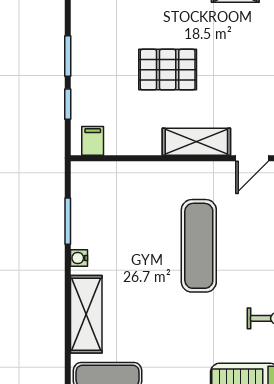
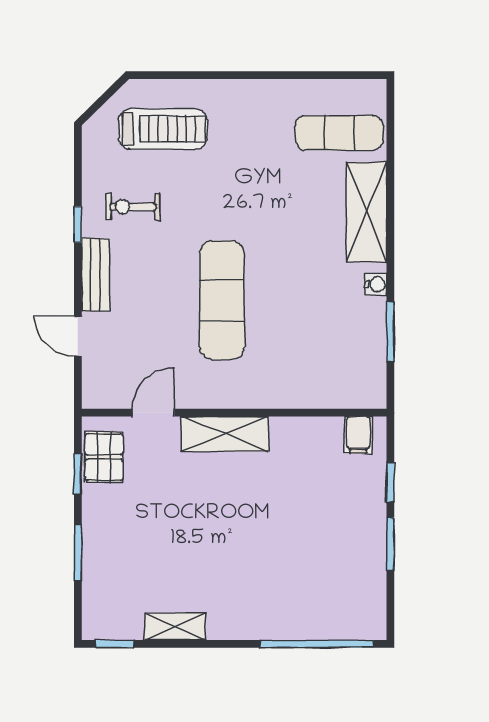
pallet: (168, 70) -> (262, 527), removed

